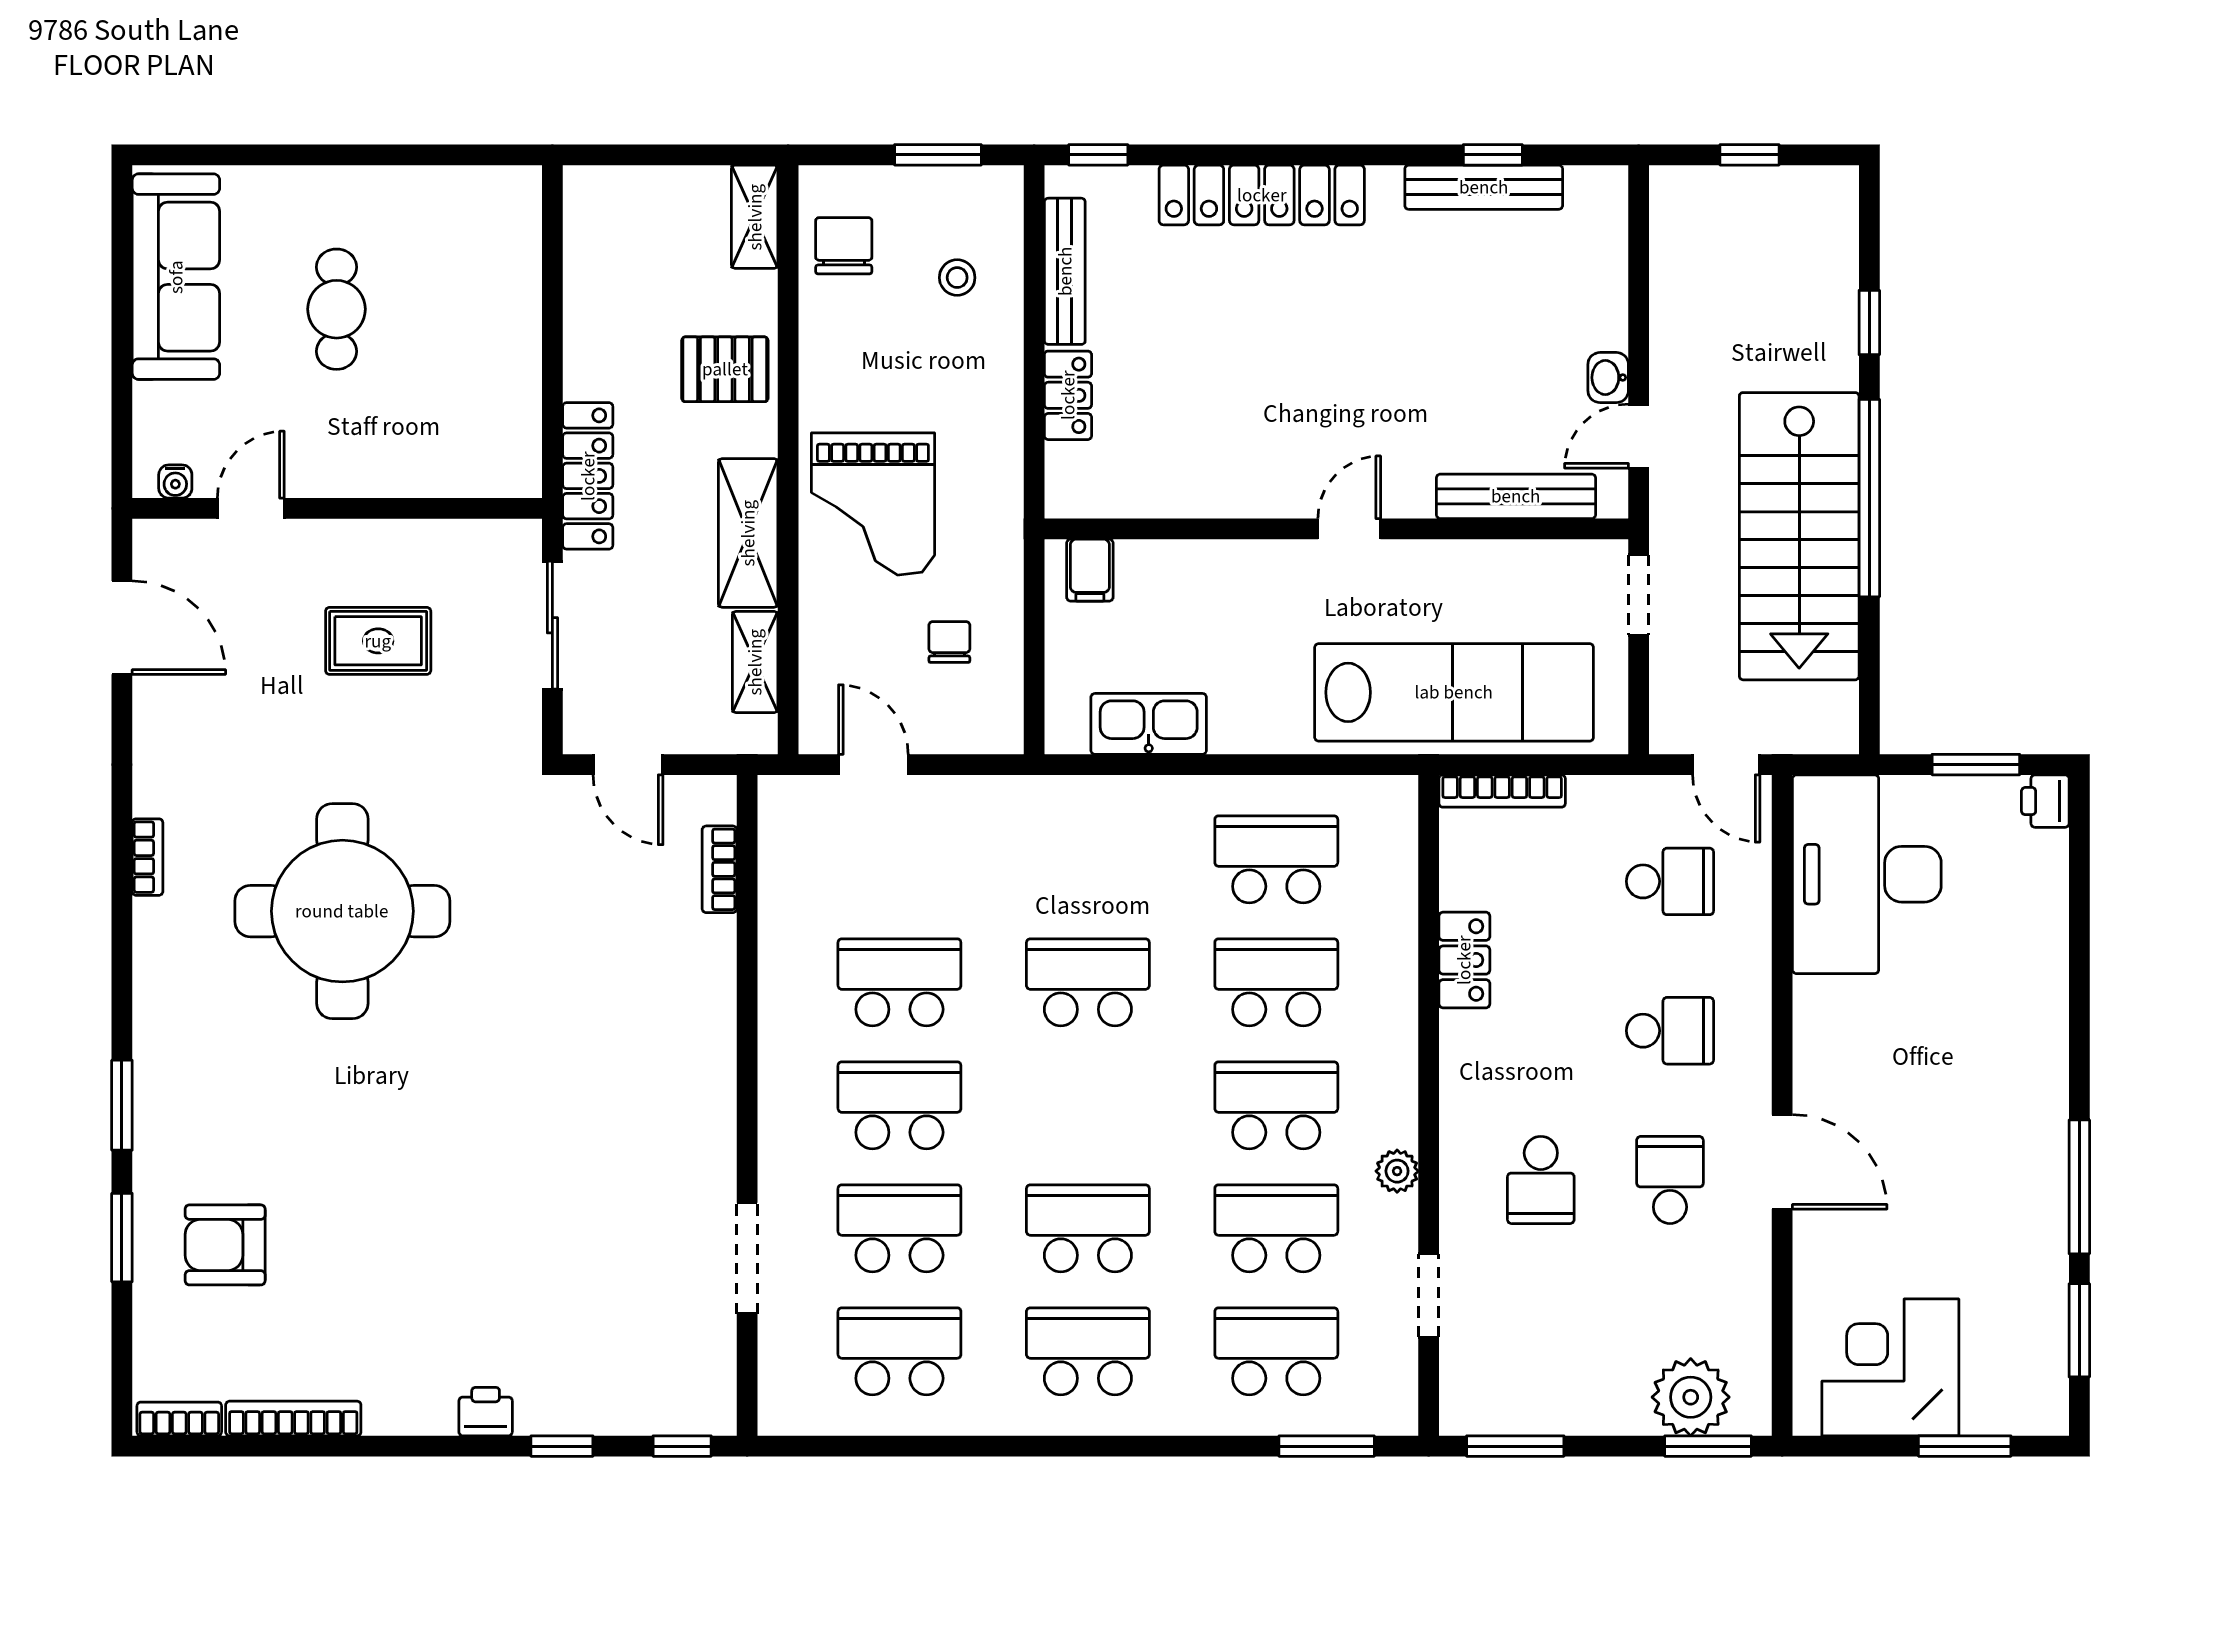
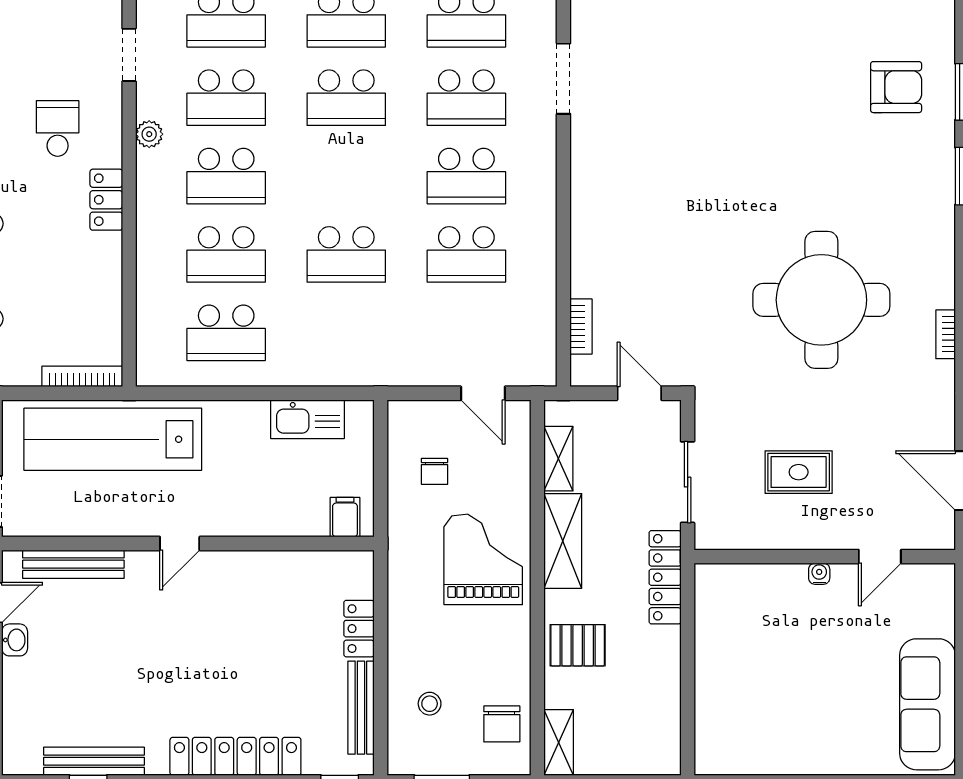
cafe table: (337, 309) -> (825, 684), removed
water cooler: (175, 482) -> (819, 574), moved
locker: (1464, 960) -> (106, 200), moved

